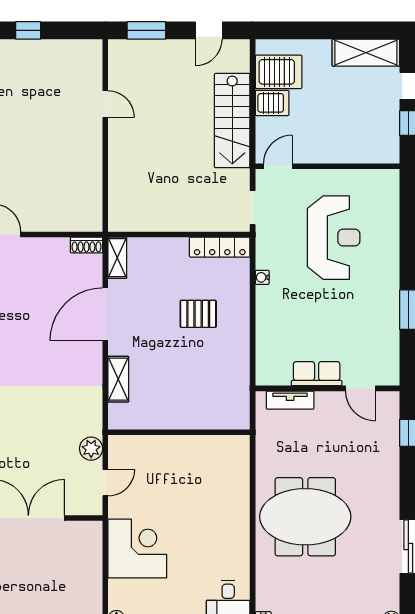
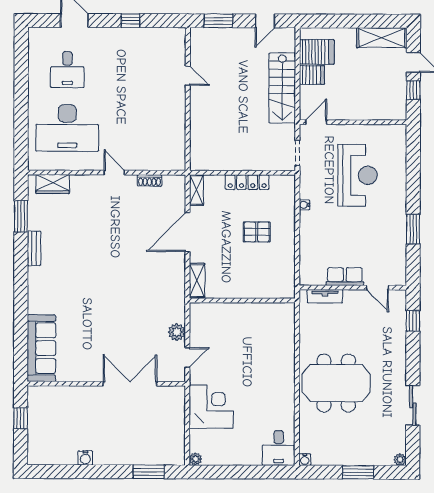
shoe rack: (86, 245) -> (149, 180), moved
locker: (220, 247) -> (247, 182), moved
wall: (179, 432) -> (242, 300), moved

